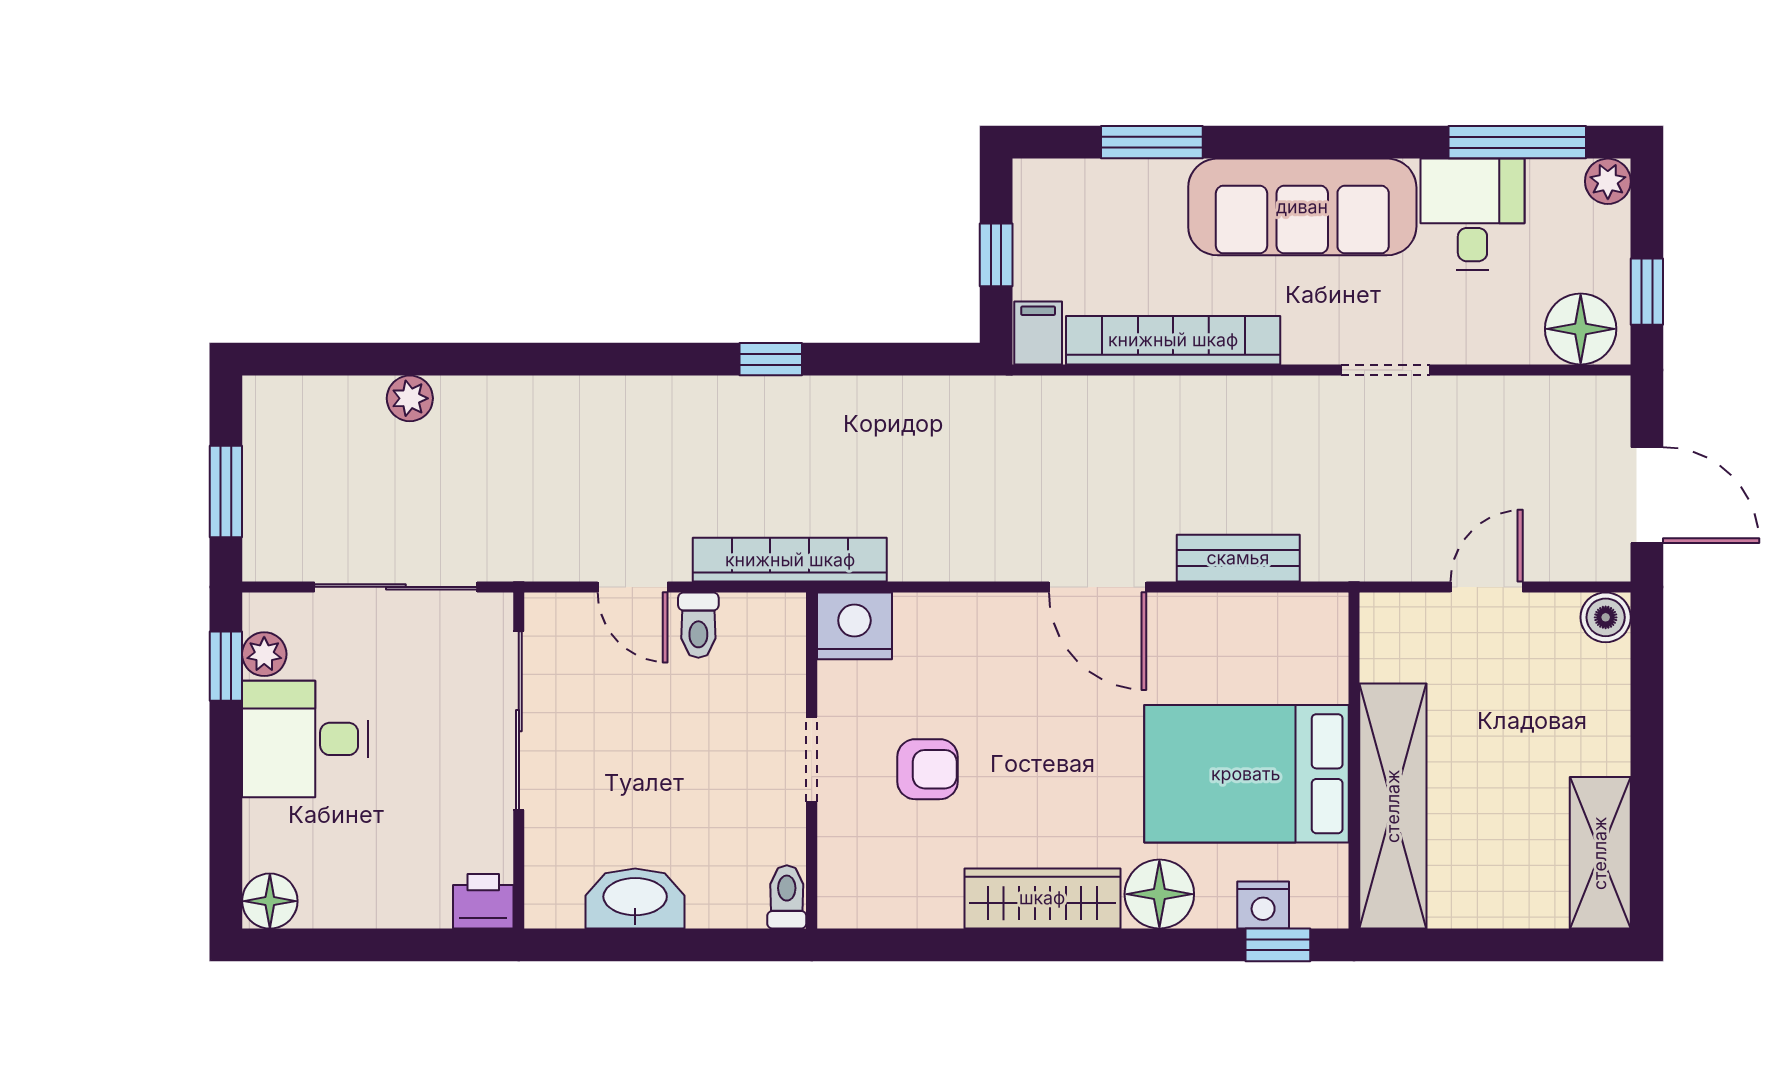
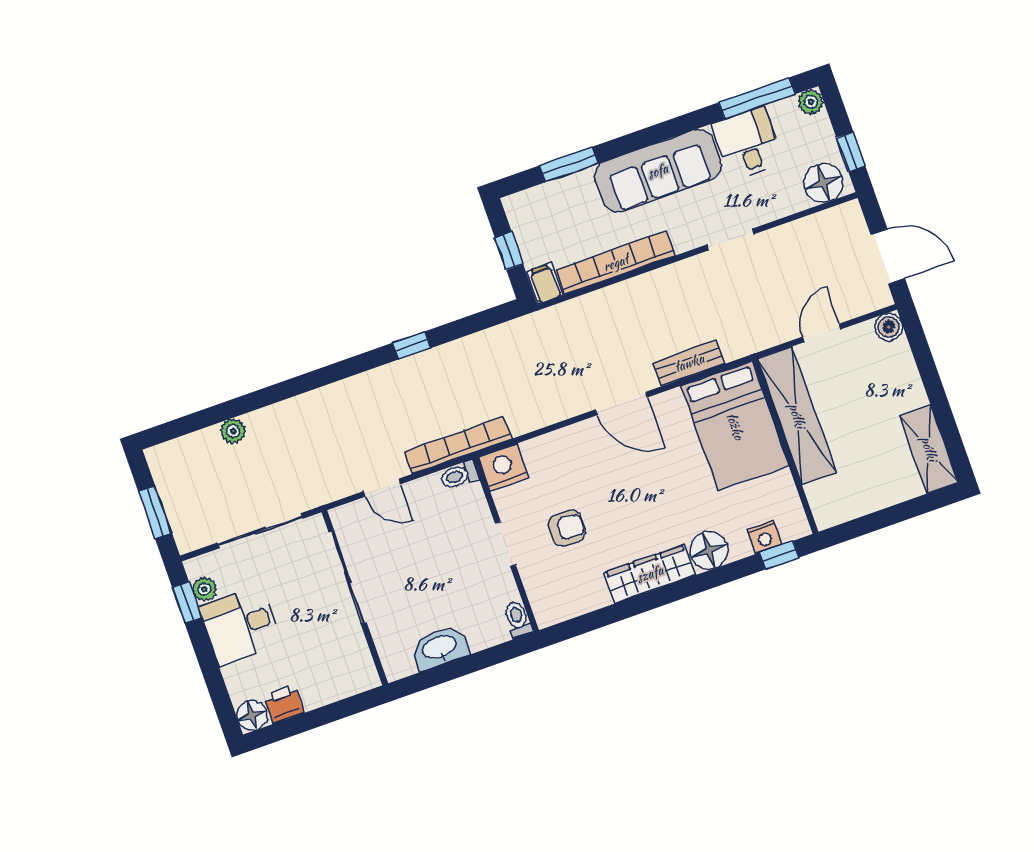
toilet: (698, 625) -> (459, 475), moved, turned 90
bed: (1246, 774) -> (735, 426), moved, turned -90
shelving: (1393, 806) -> (797, 416), moved
printer: (483, 901) -> (284, 704), moved

